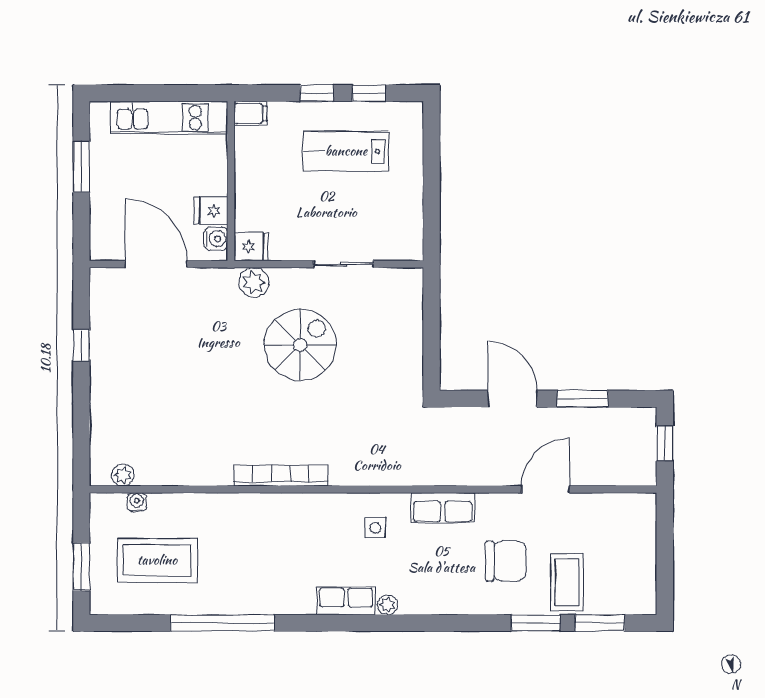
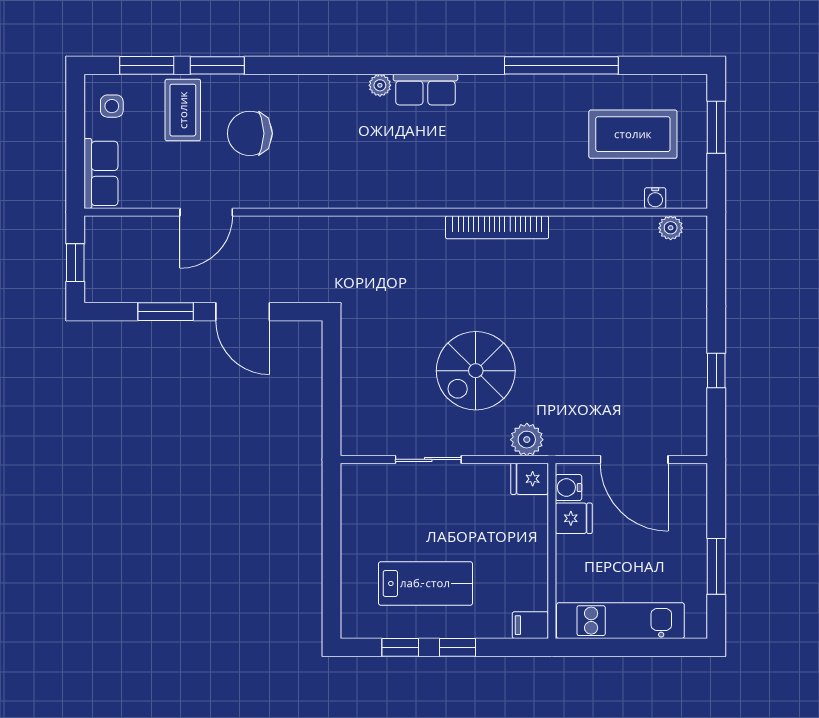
row of seats: (443, 508) -> (101, 173), moved, turned 90
side table: (375, 528) -> (112, 106), moved

